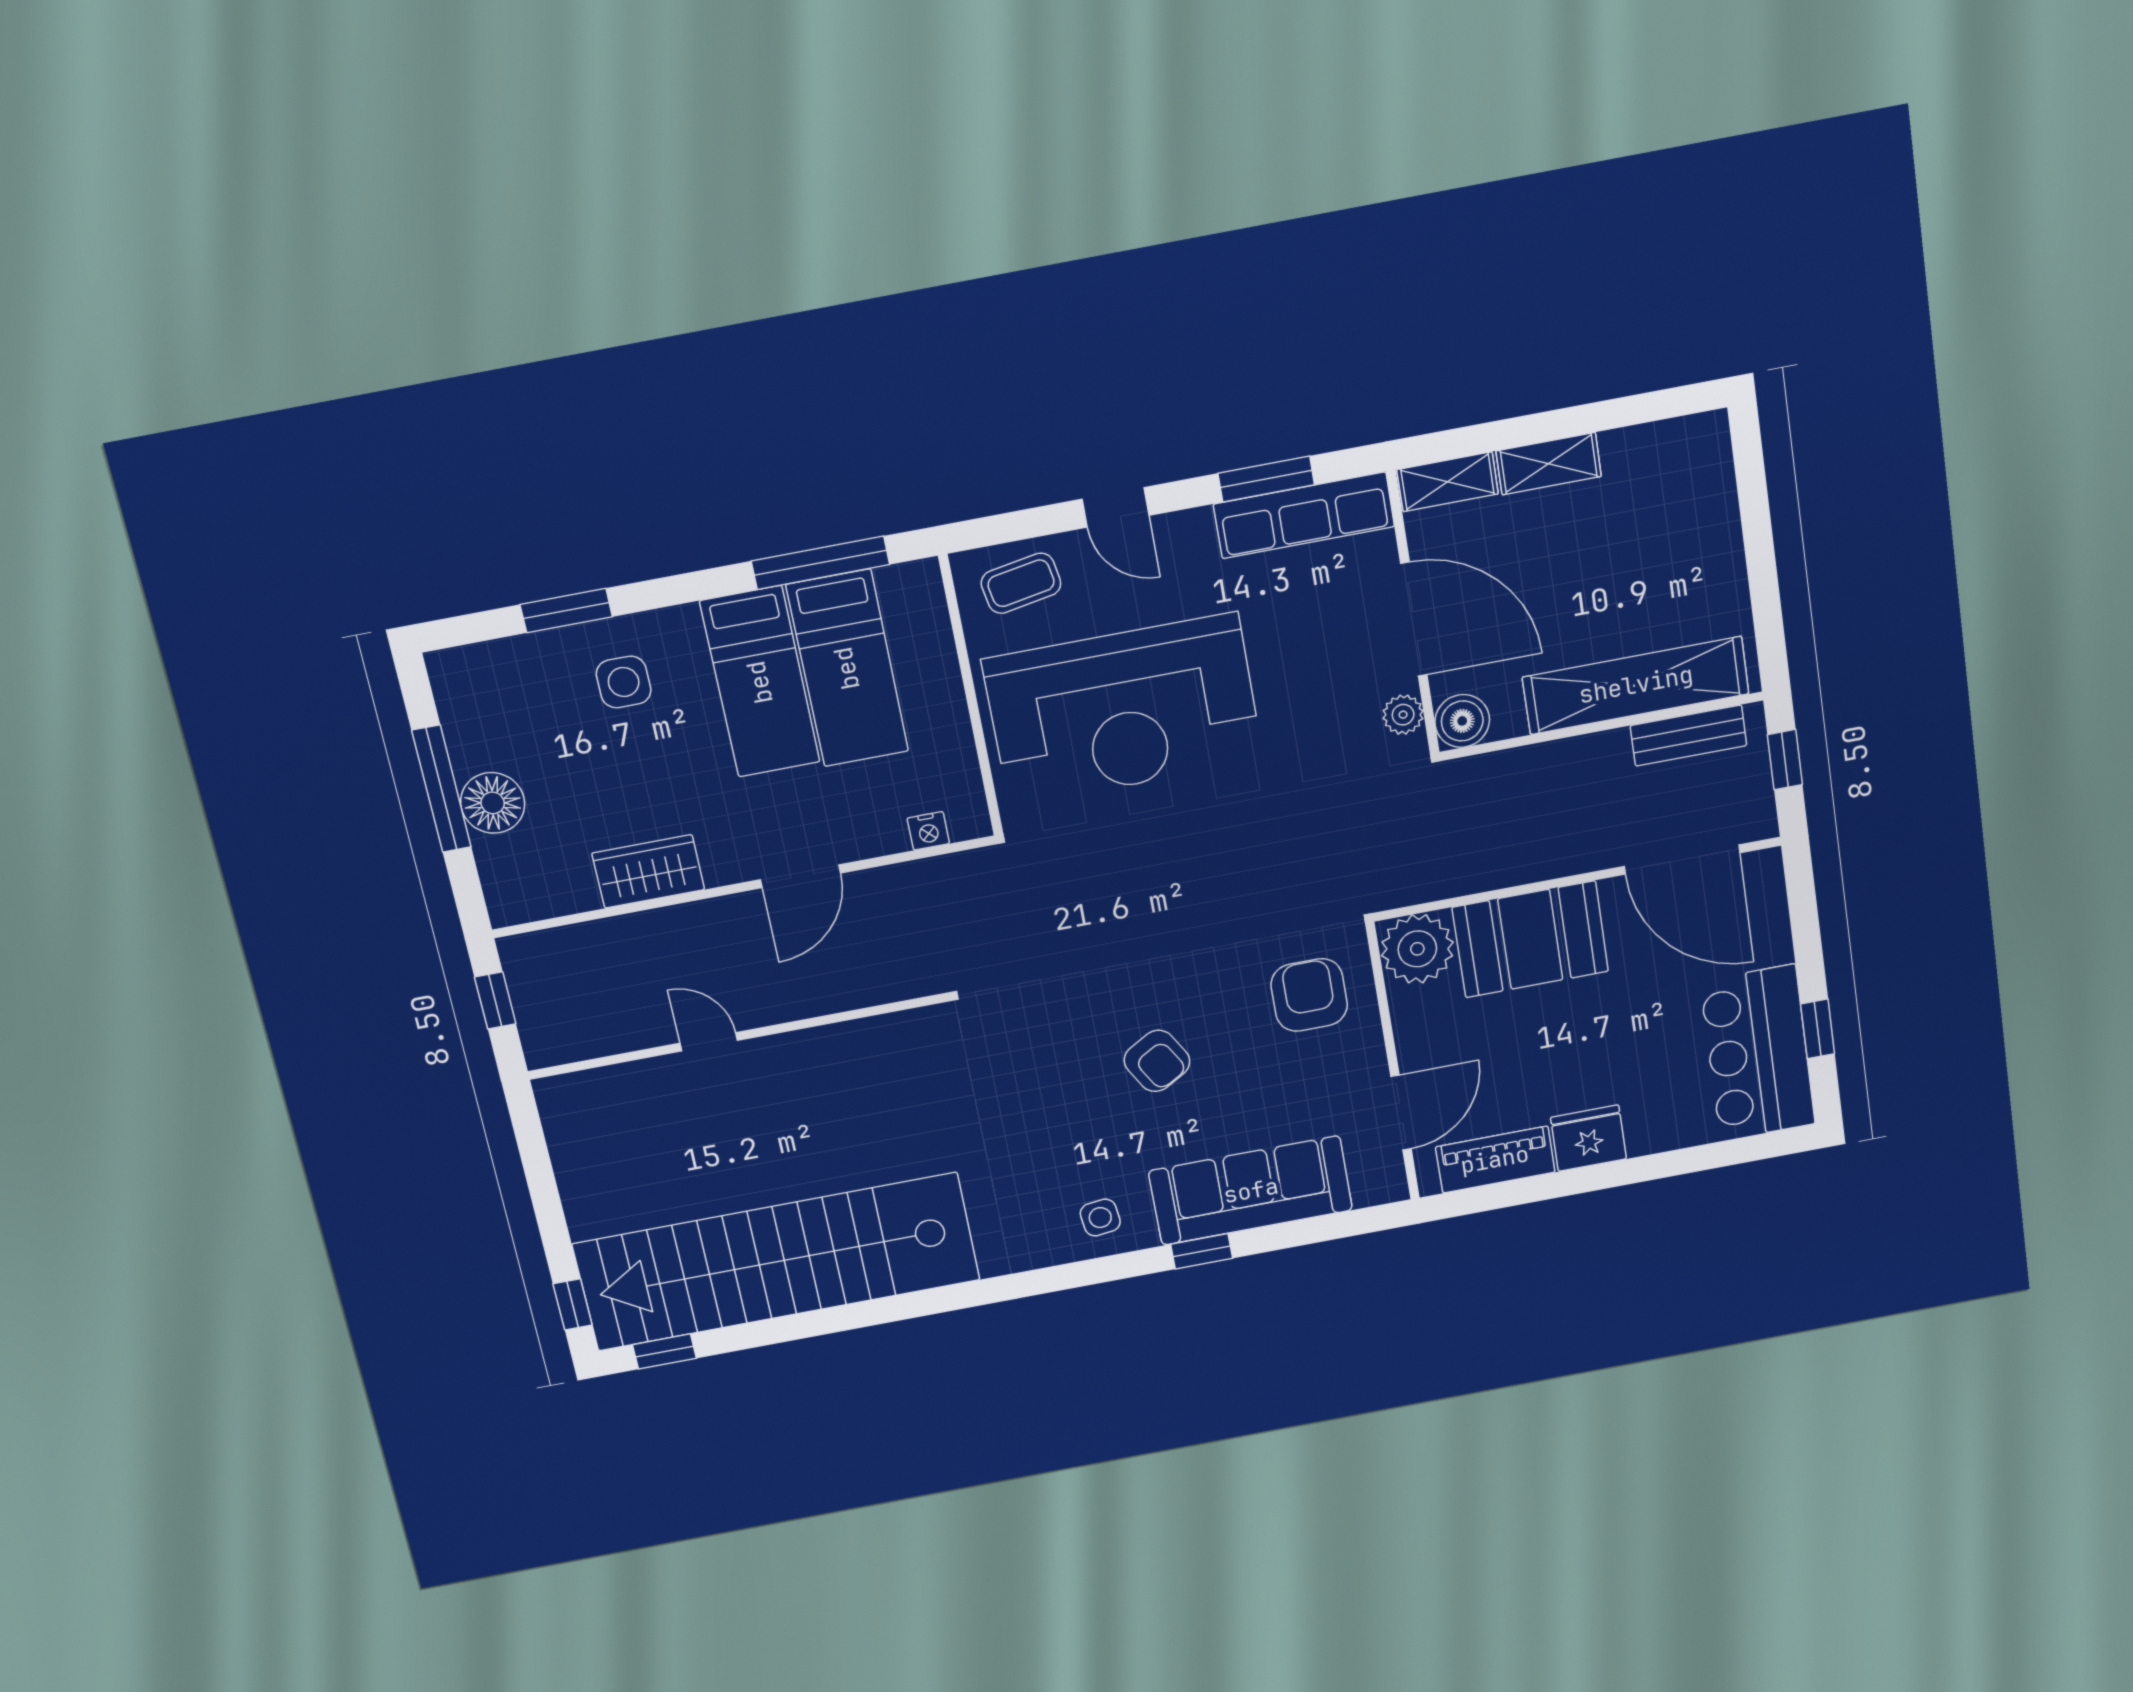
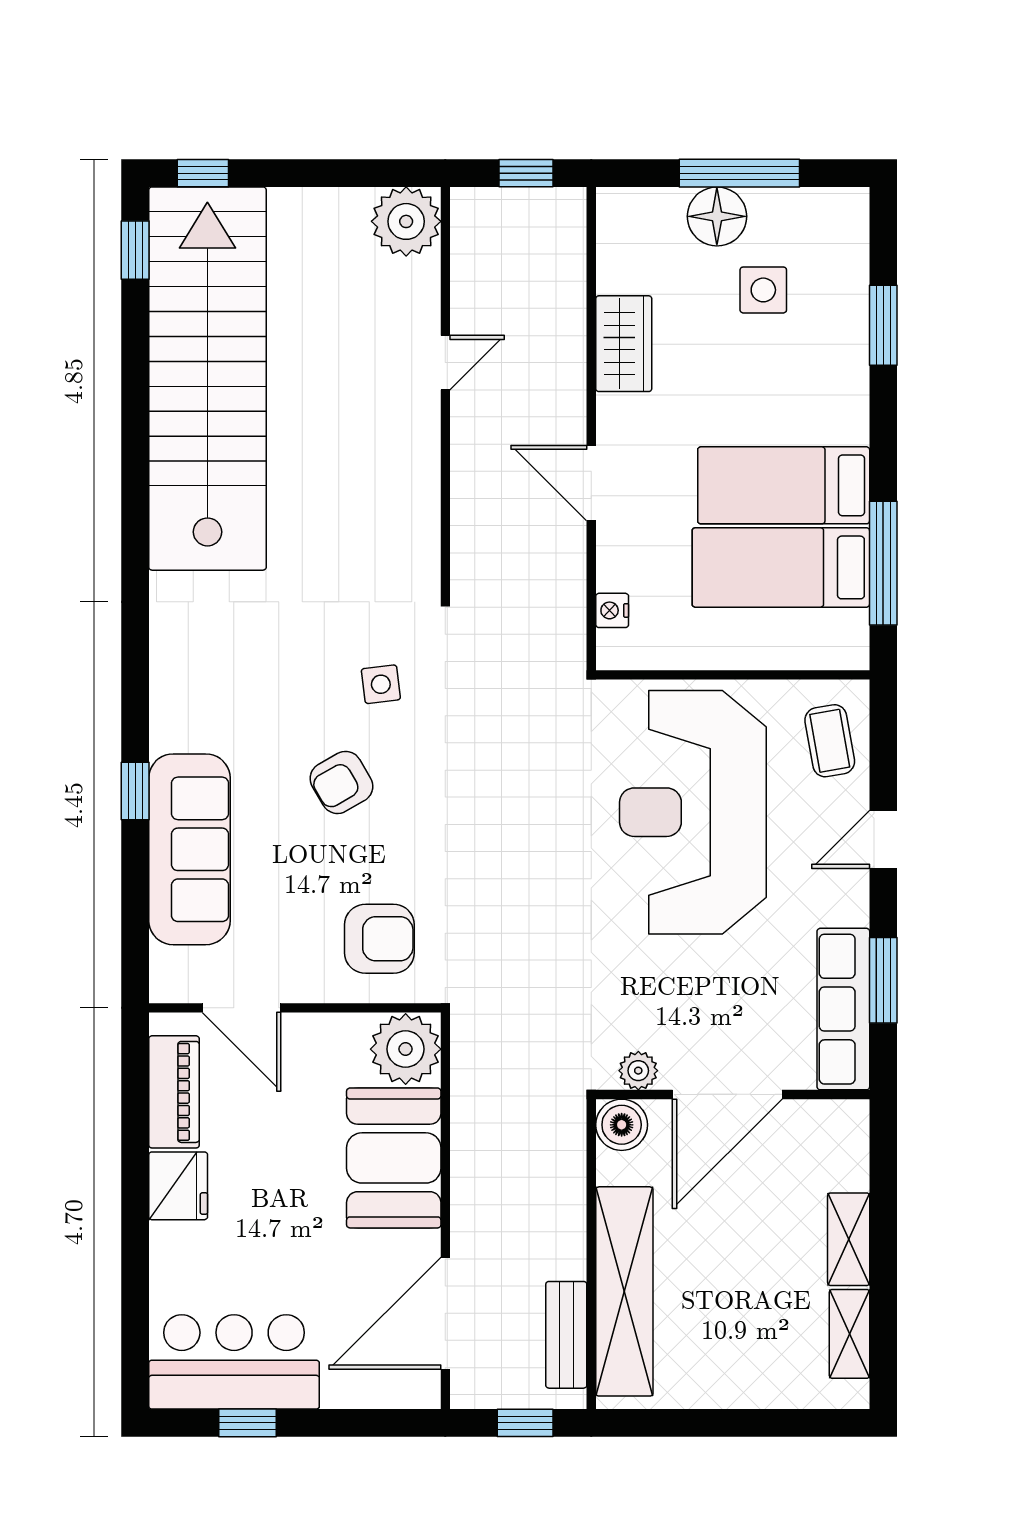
shelving: (1448, 482) -> (849, 1334), moved
side table: (624, 682) -> (763, 290), moved
plant: (574, 1106) -> (406, 221), added
side table: (1100, 1218) -> (381, 684), moved

